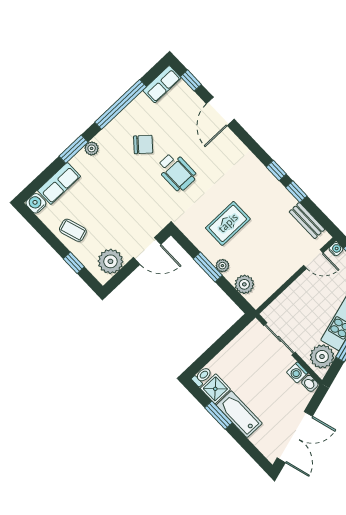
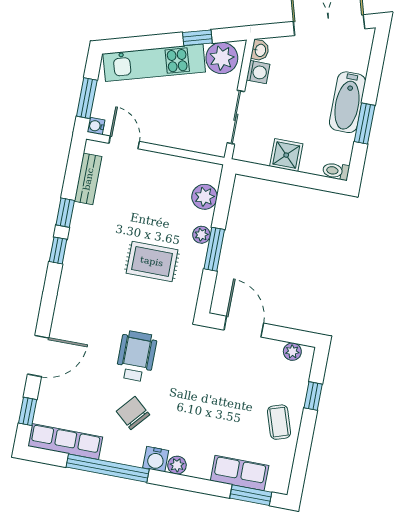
row of seats: (162, 84) -> (65, 442), width x1.48
window: (73, 149) -> (251, 495), moved
water cooler: (36, 203) -> (156, 459), moved
plant: (110, 261) -> (292, 352), width x0.53, depth x0.53
shower: (215, 389) -> (286, 155), moved

